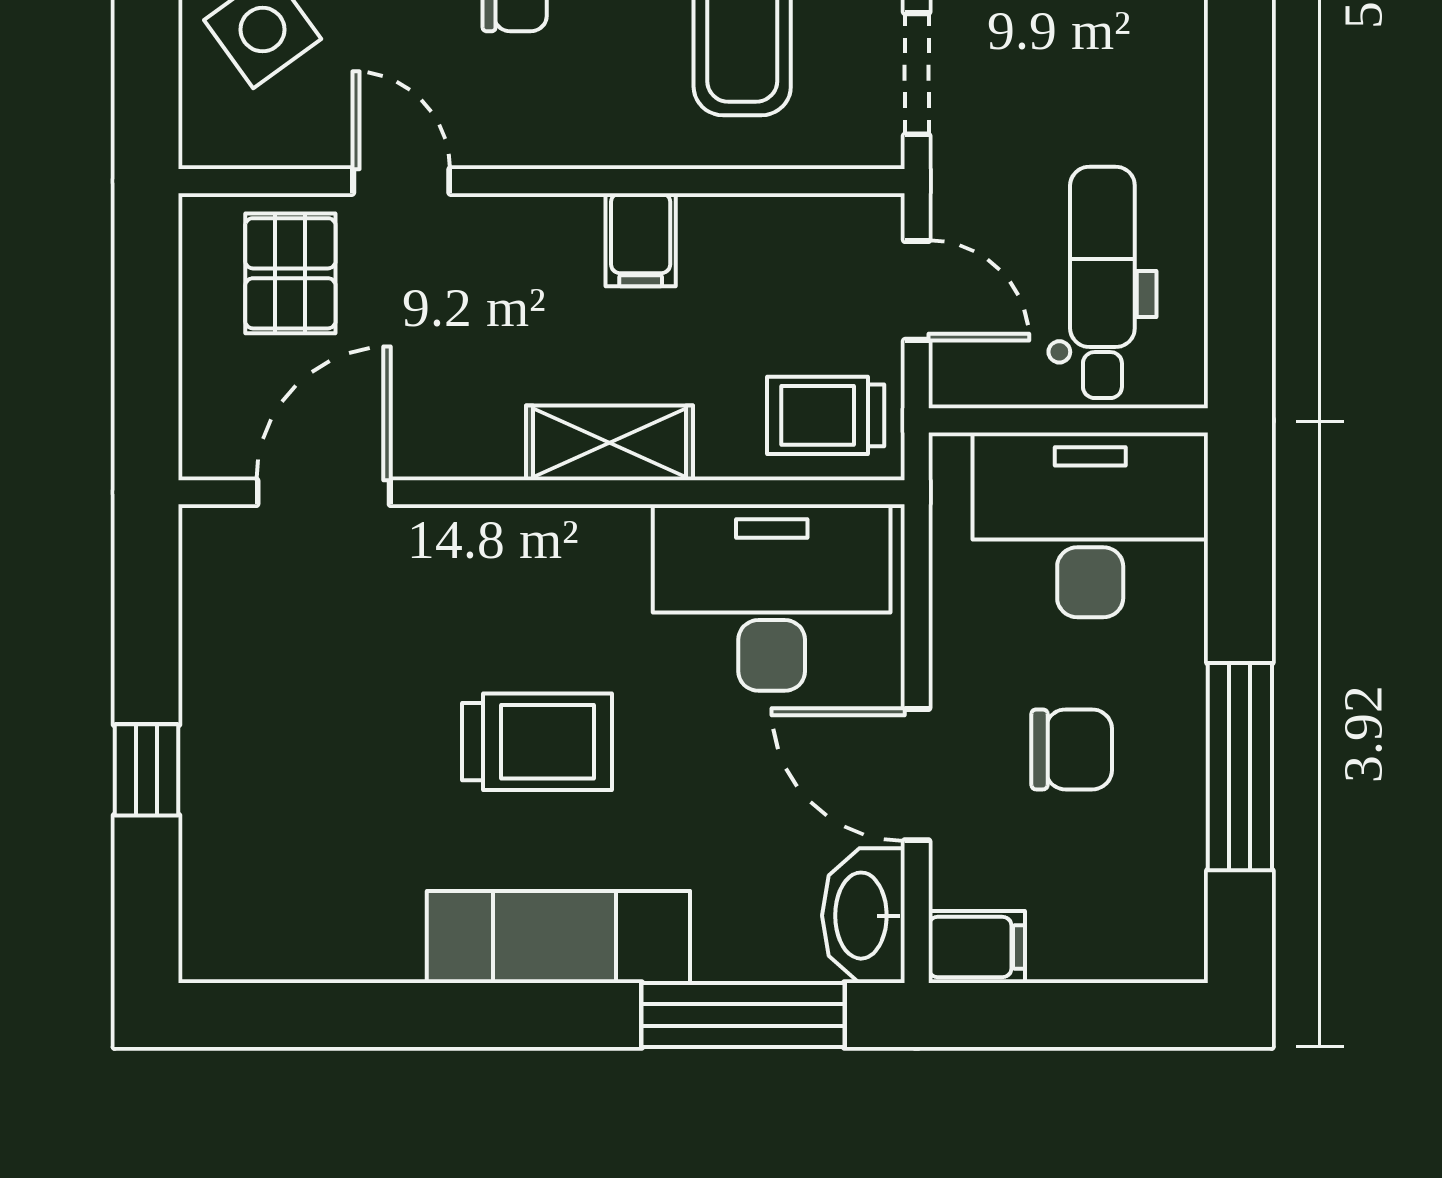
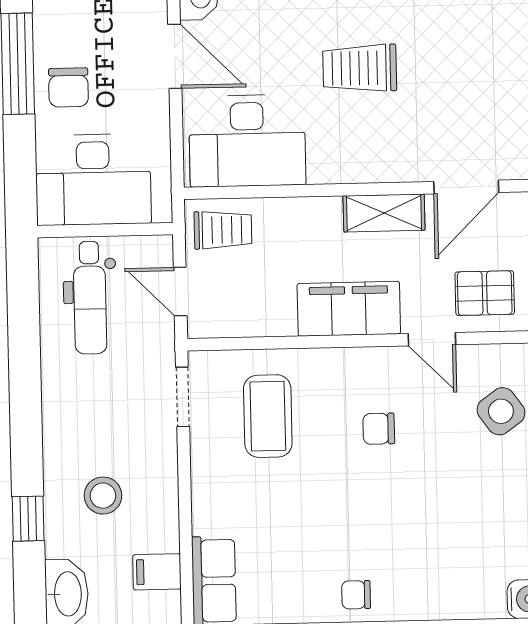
filing cabinet: (641, 240) -> (349, 309), width x3.00, depth x1.17
pallet: (290, 273) -> (485, 293), turned 90
shelving: (609, 443) -> (384, 213), moved
chair: (1072, 749) -> (68, 87), moved, turned -90

